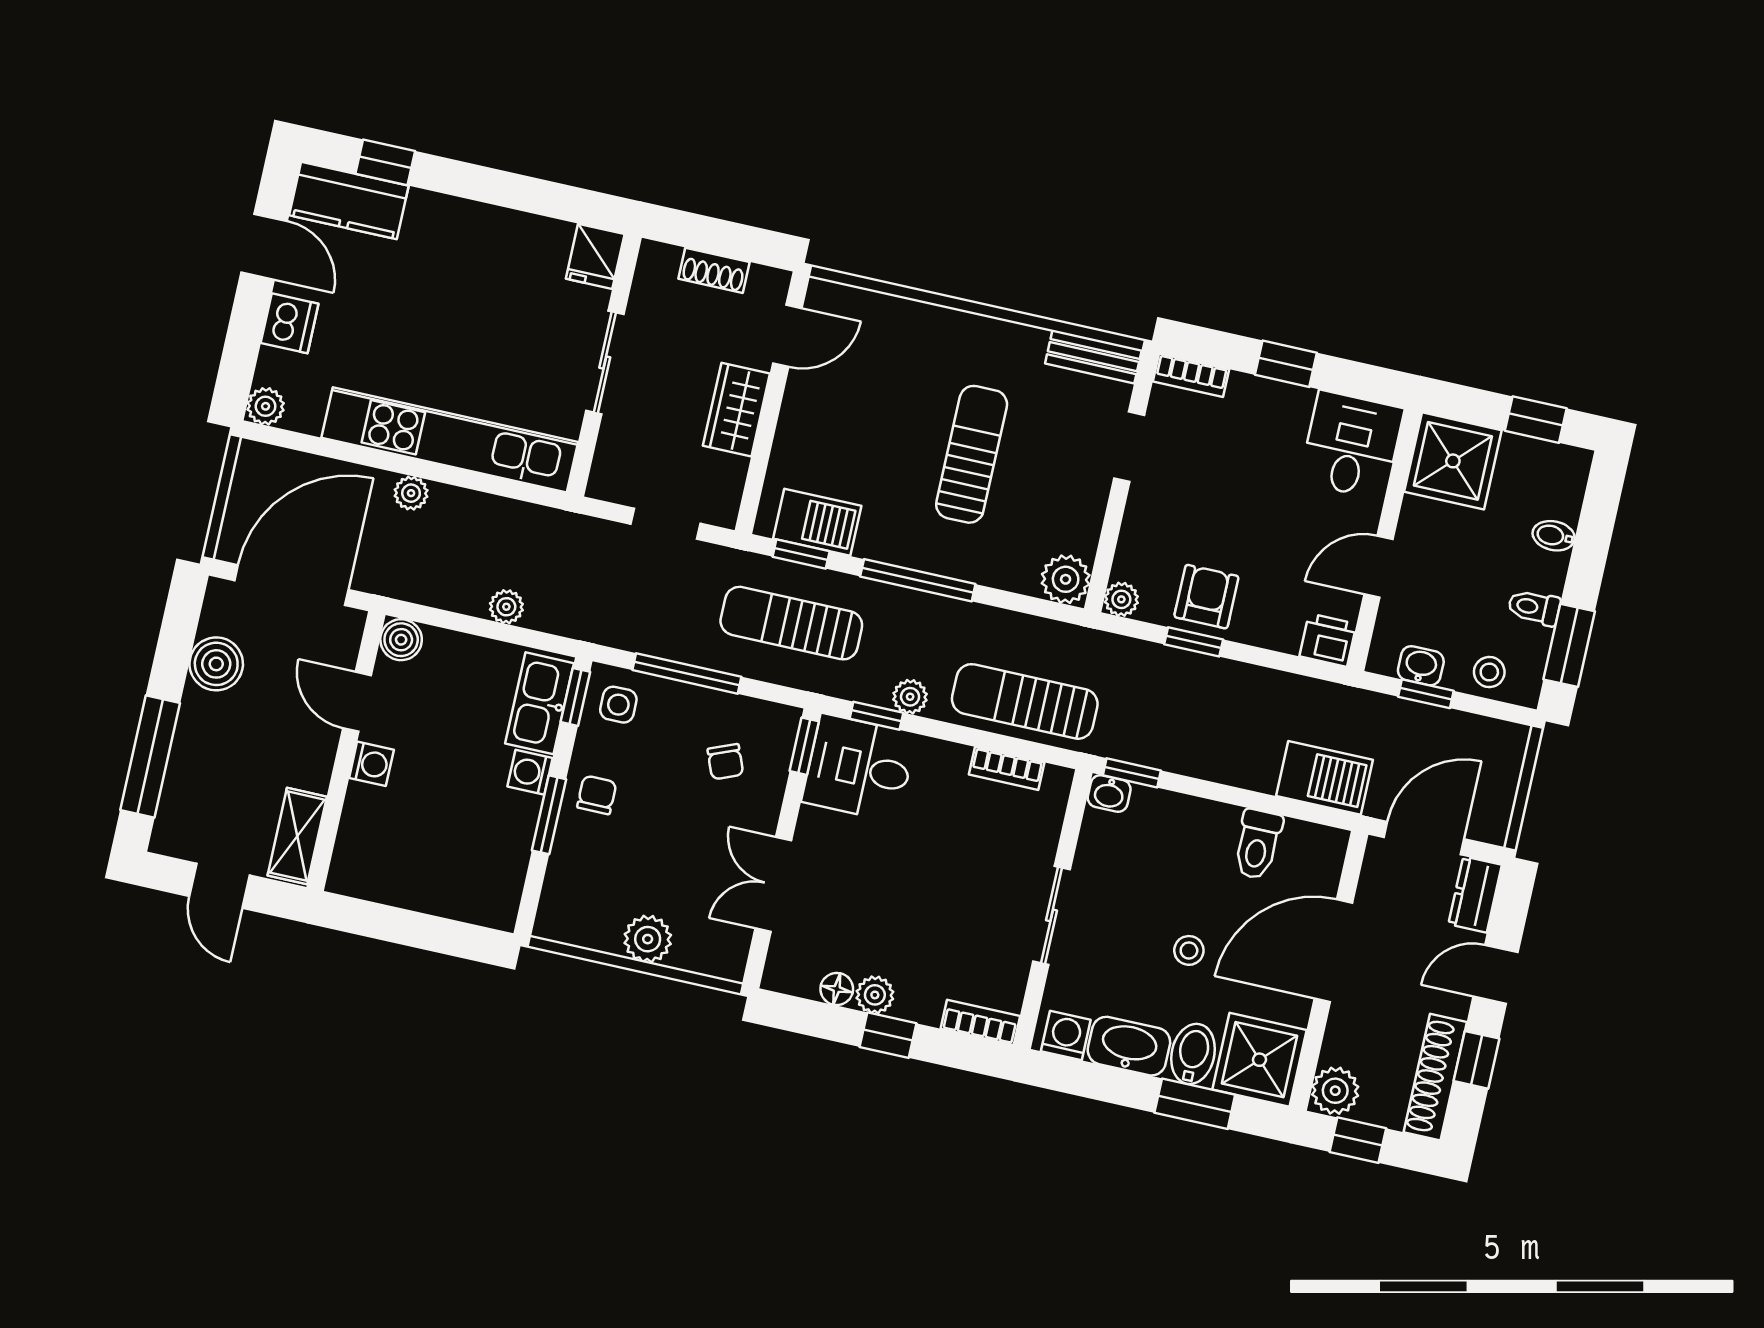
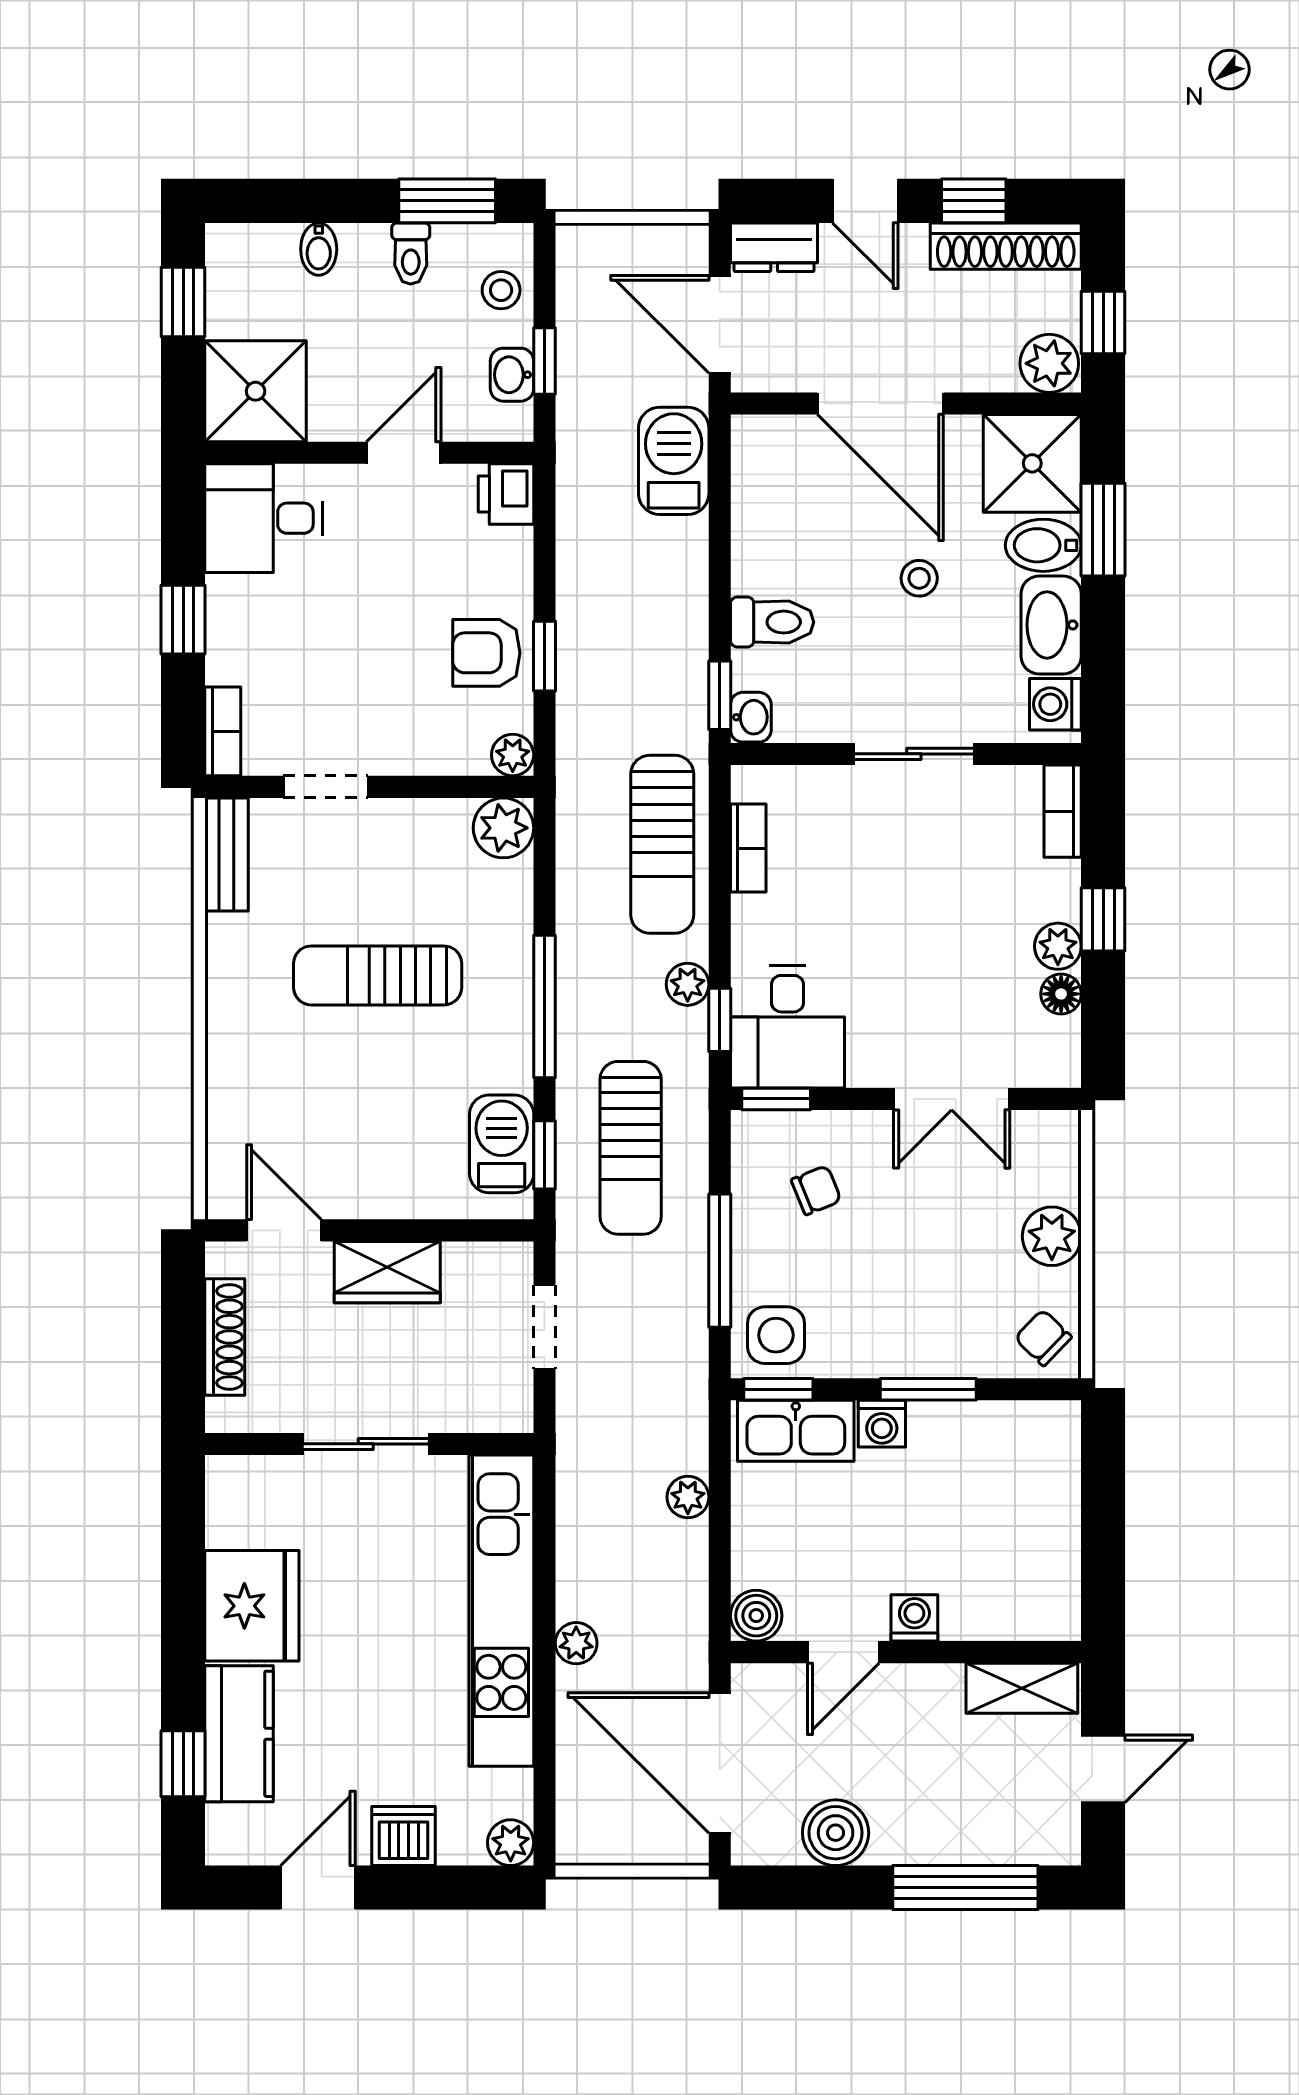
kitchen counter: (349, 201) -> (239, 1734), moved
fridge: (595, 256) -> (252, 1606), moved, width x1.88, depth x1.34
shoe rack: (714, 270) -> (225, 1337), width x1.43
door: (1378, 567) -> (404, 453), swing flipped
side table: (618, 705) -> (776, 1335), width x1.37, depth x1.37
chair: (597, 795) -> (1043, 1338), moved, turned 44
toilet: (1258, 844) -> (772, 622), moved

